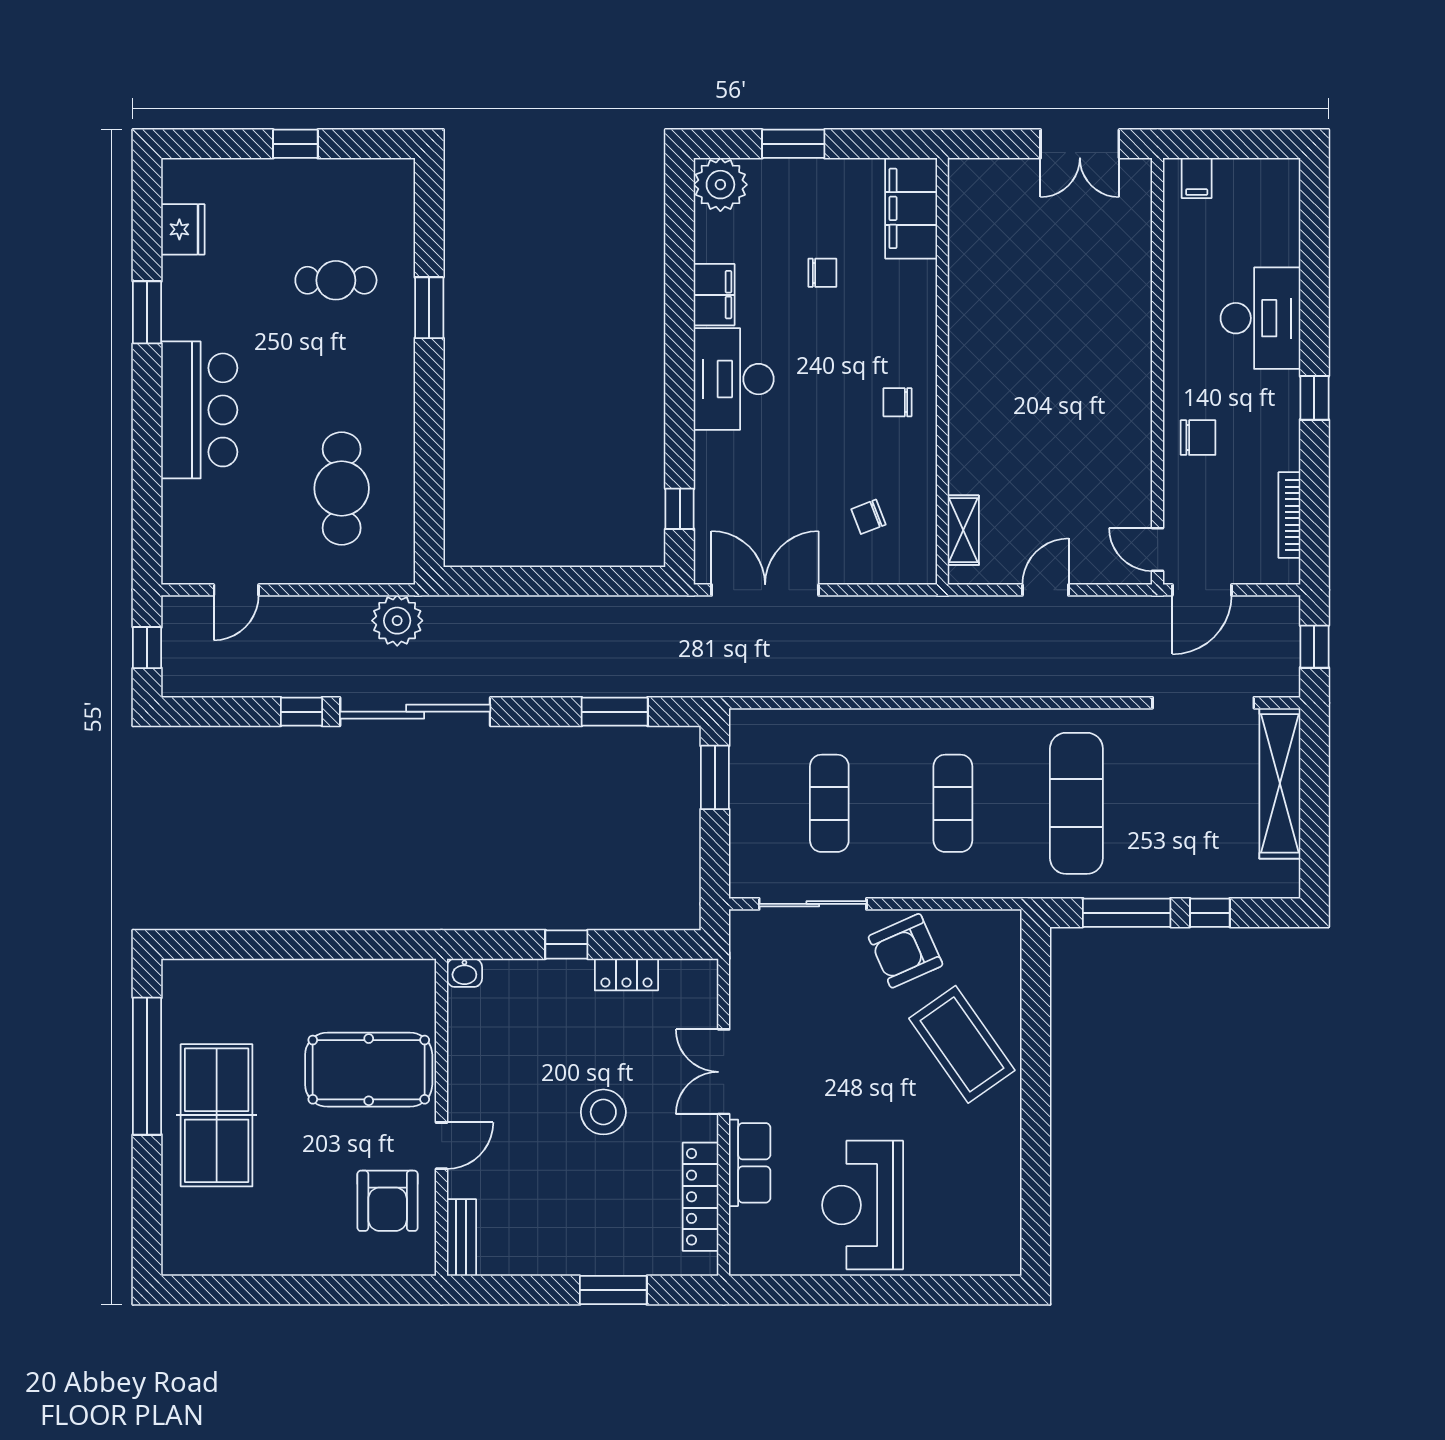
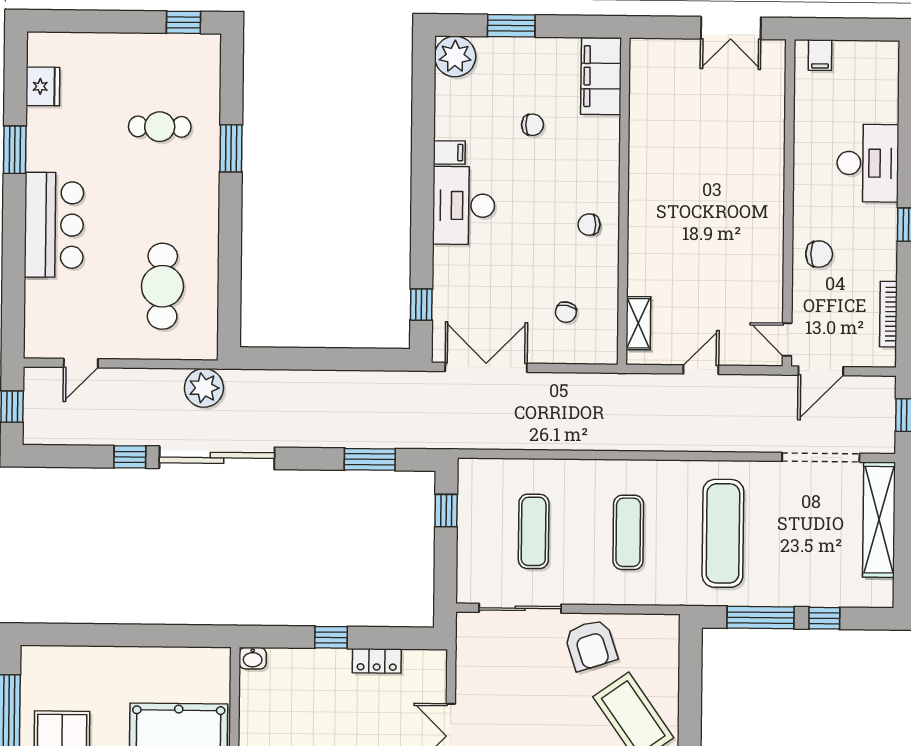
window: (295, 144) -> (184, 22), moved
filing cabinet: (714, 295) -> (449, 152), width x0.50
chair: (868, 517) -> (566, 312), turned -58
window: (715, 777) -> (446, 511), width x0.67
armchair: (906, 951) -> (591, 645), turned -84

